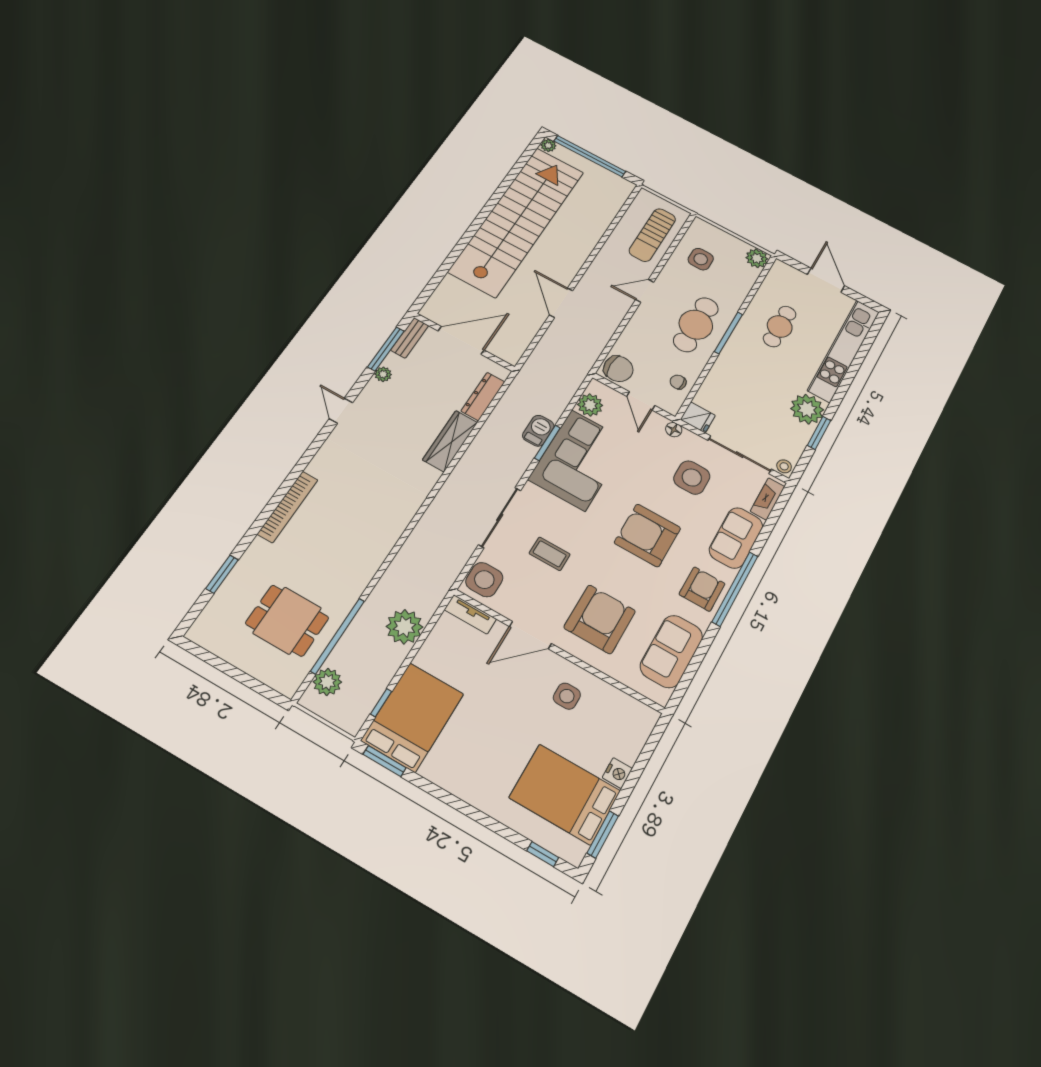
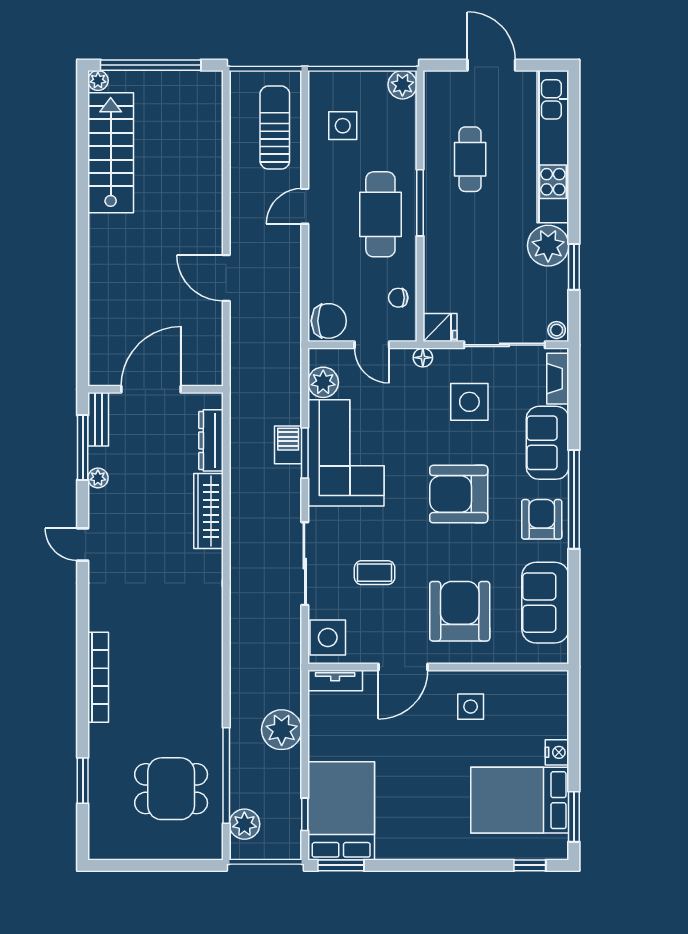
stairs: (517, 221) -> (111, 153), width x0.54, depth x0.66
sun lounger: (652, 235) -> (275, 128), turned 180

